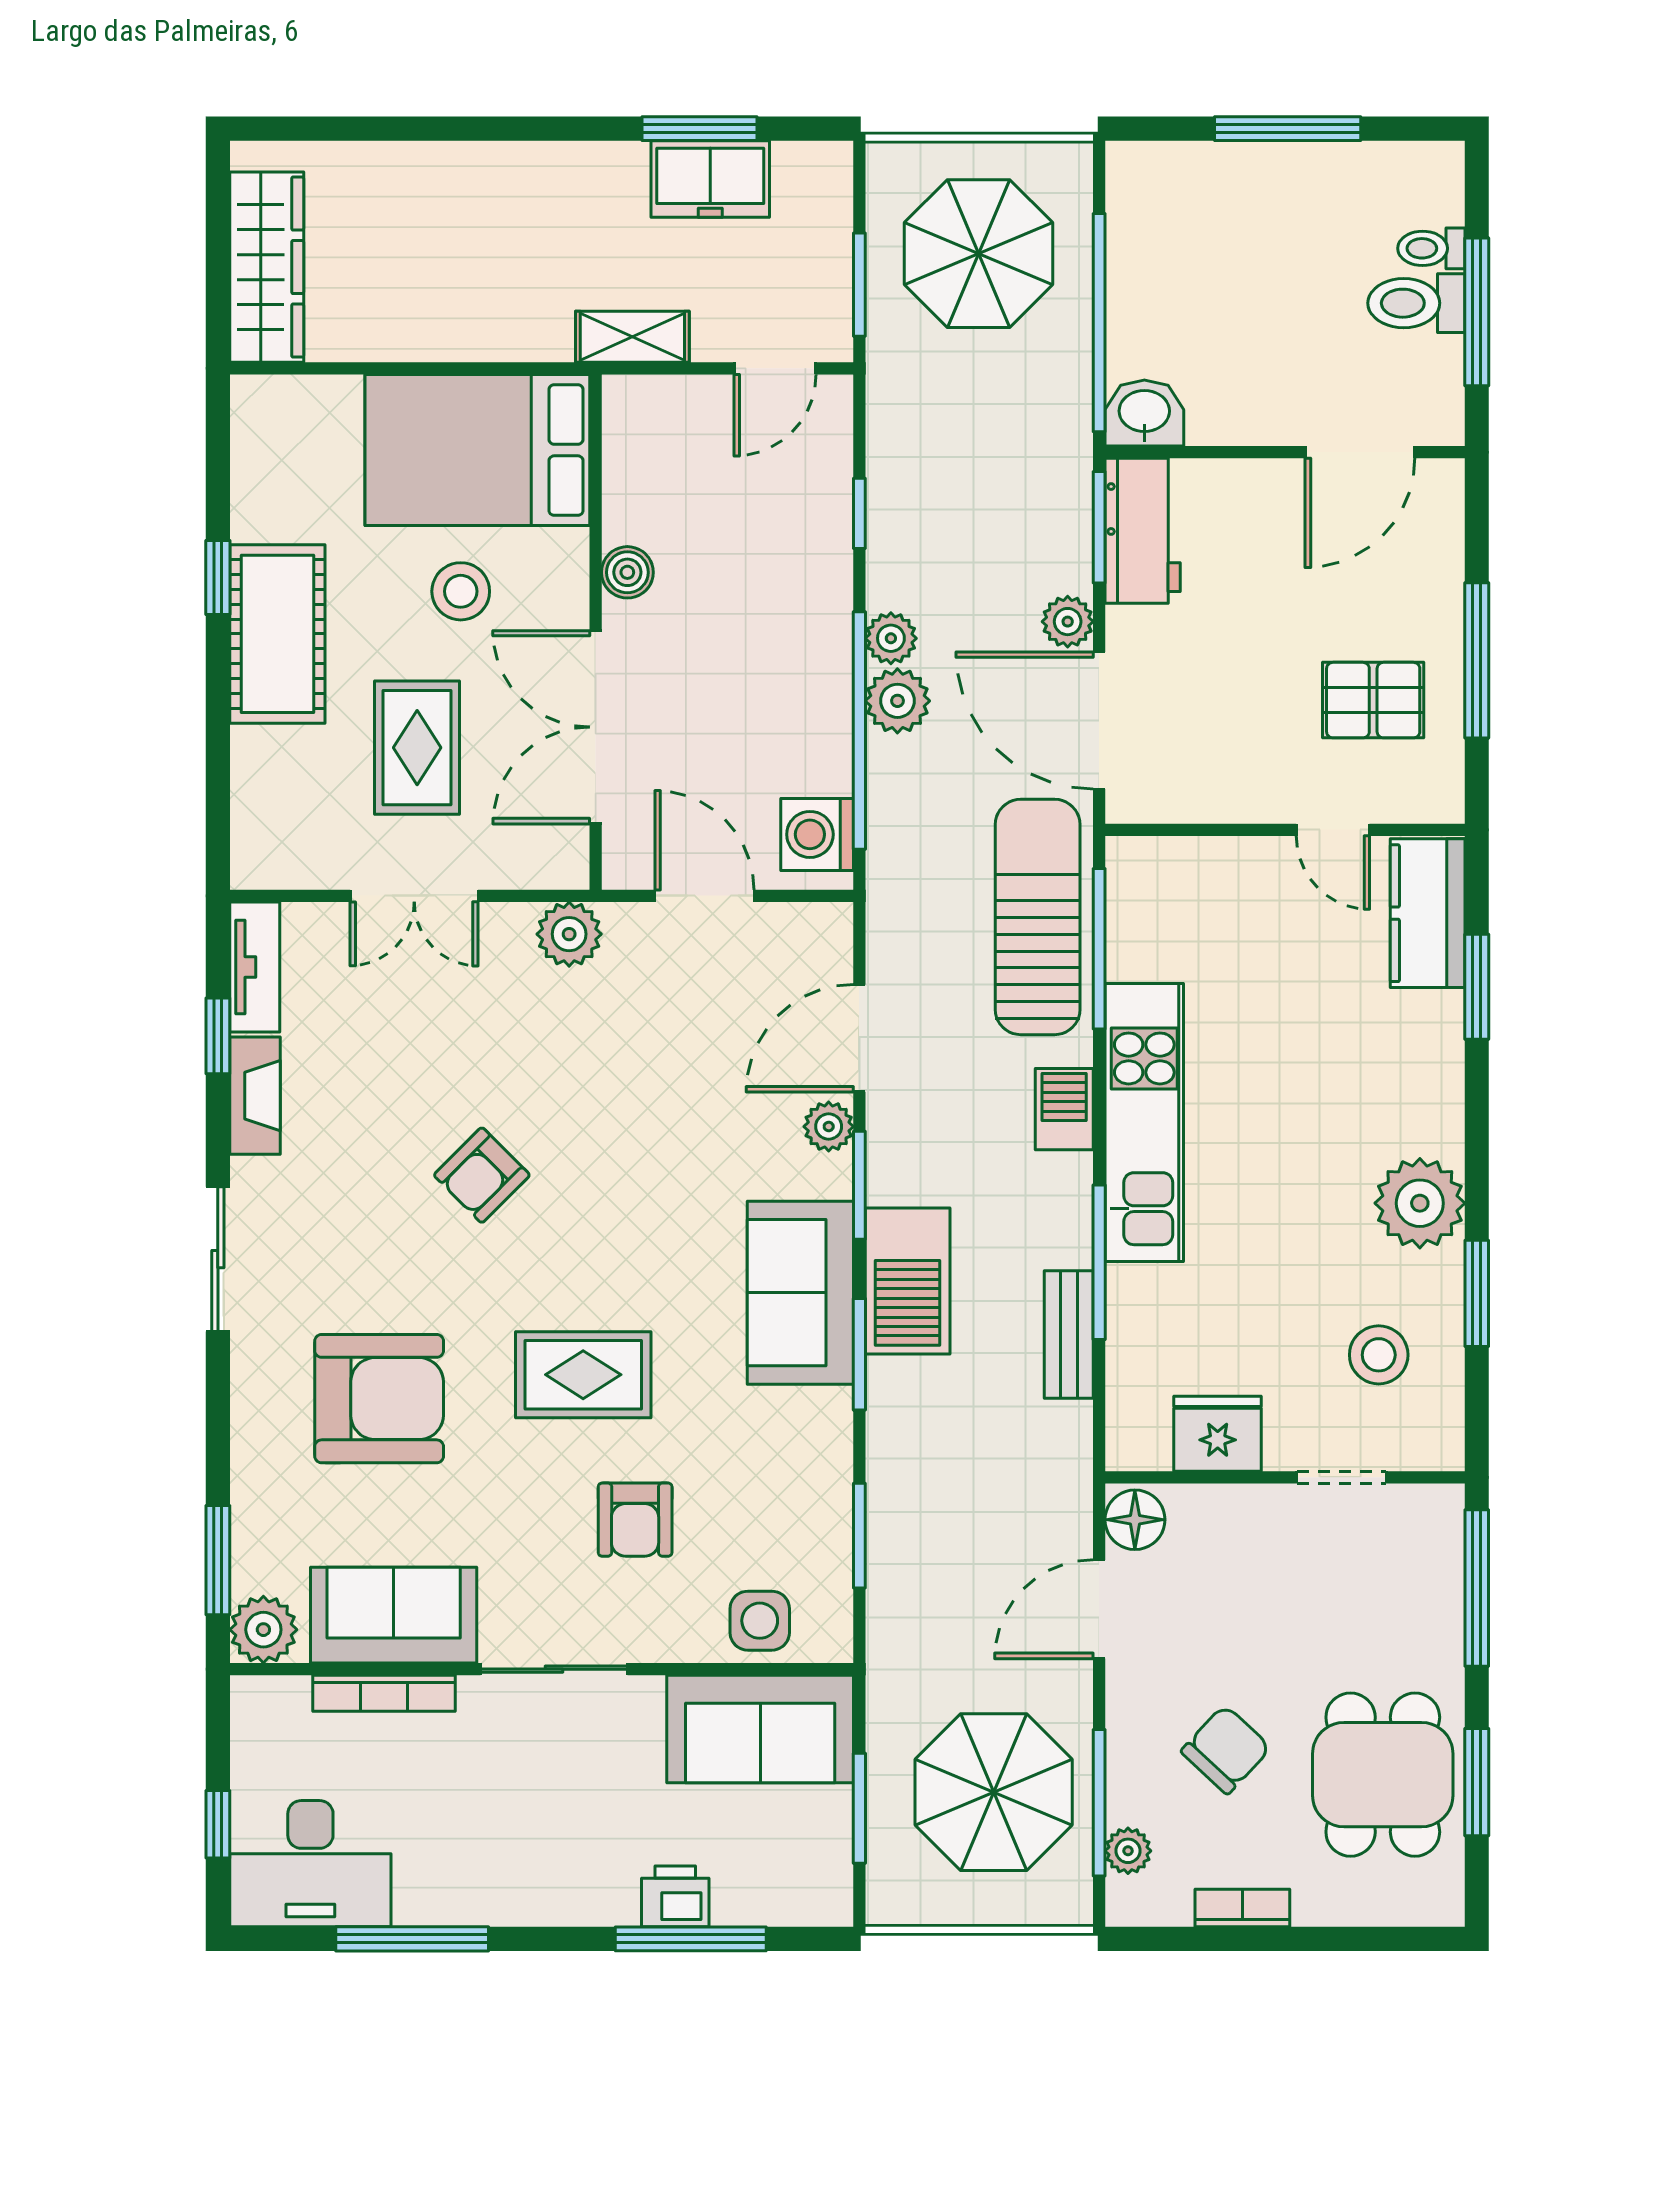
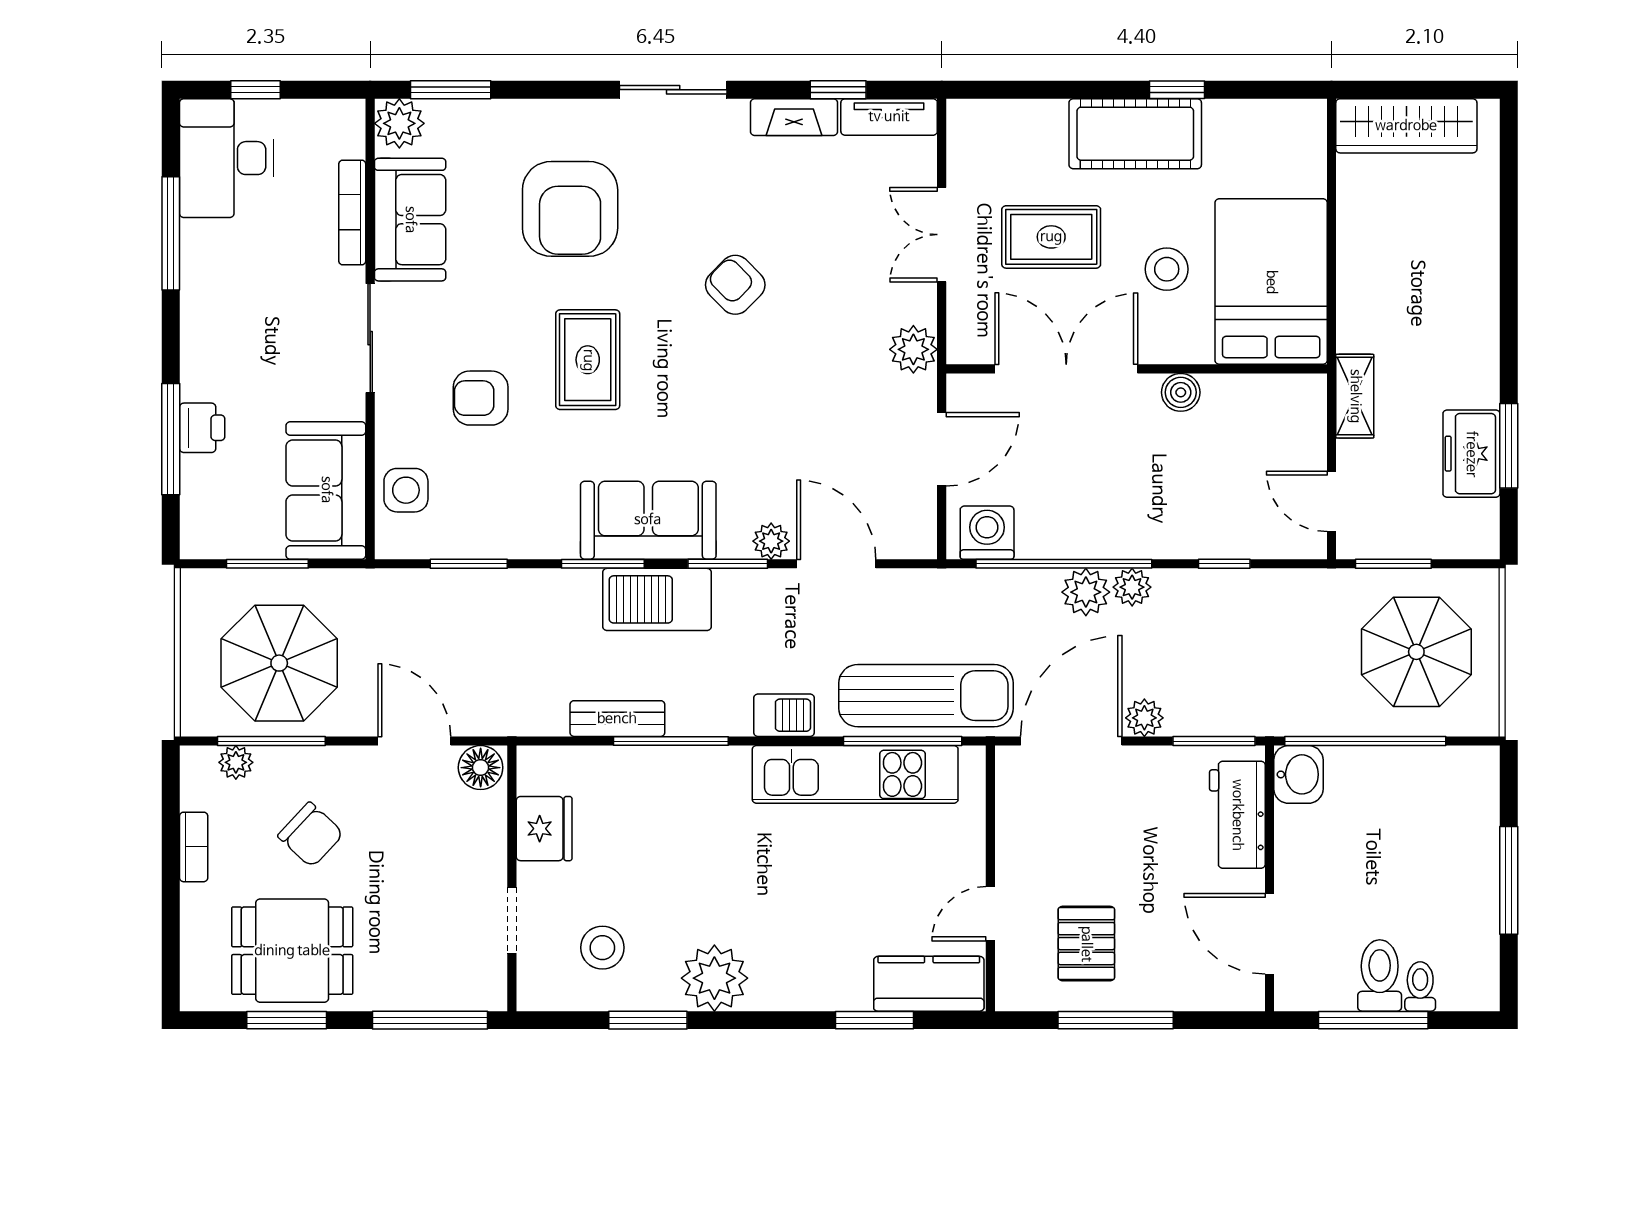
workbench: (1143, 531) -> (1237, 815), moved, turned 90
kitchen unit: (1144, 1122) -> (855, 774), moved

